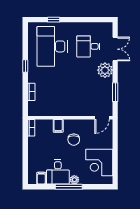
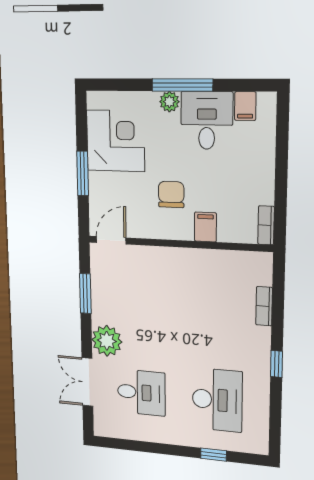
desk: (52, 46) -> (217, 400), width x0.73, depth x0.77
window: (115, 148) -> (83, 173), added

